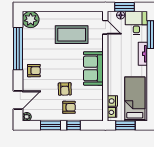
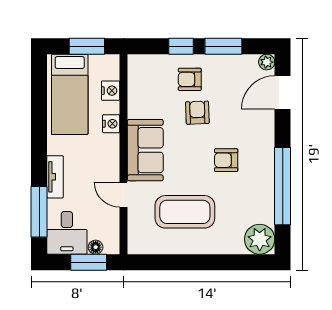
door: (105, 27) -> (124, 195), moved
armchair: (34, 71) -> (226, 160), moved
nightstand: (112, 112) -> (111, 124), moved

